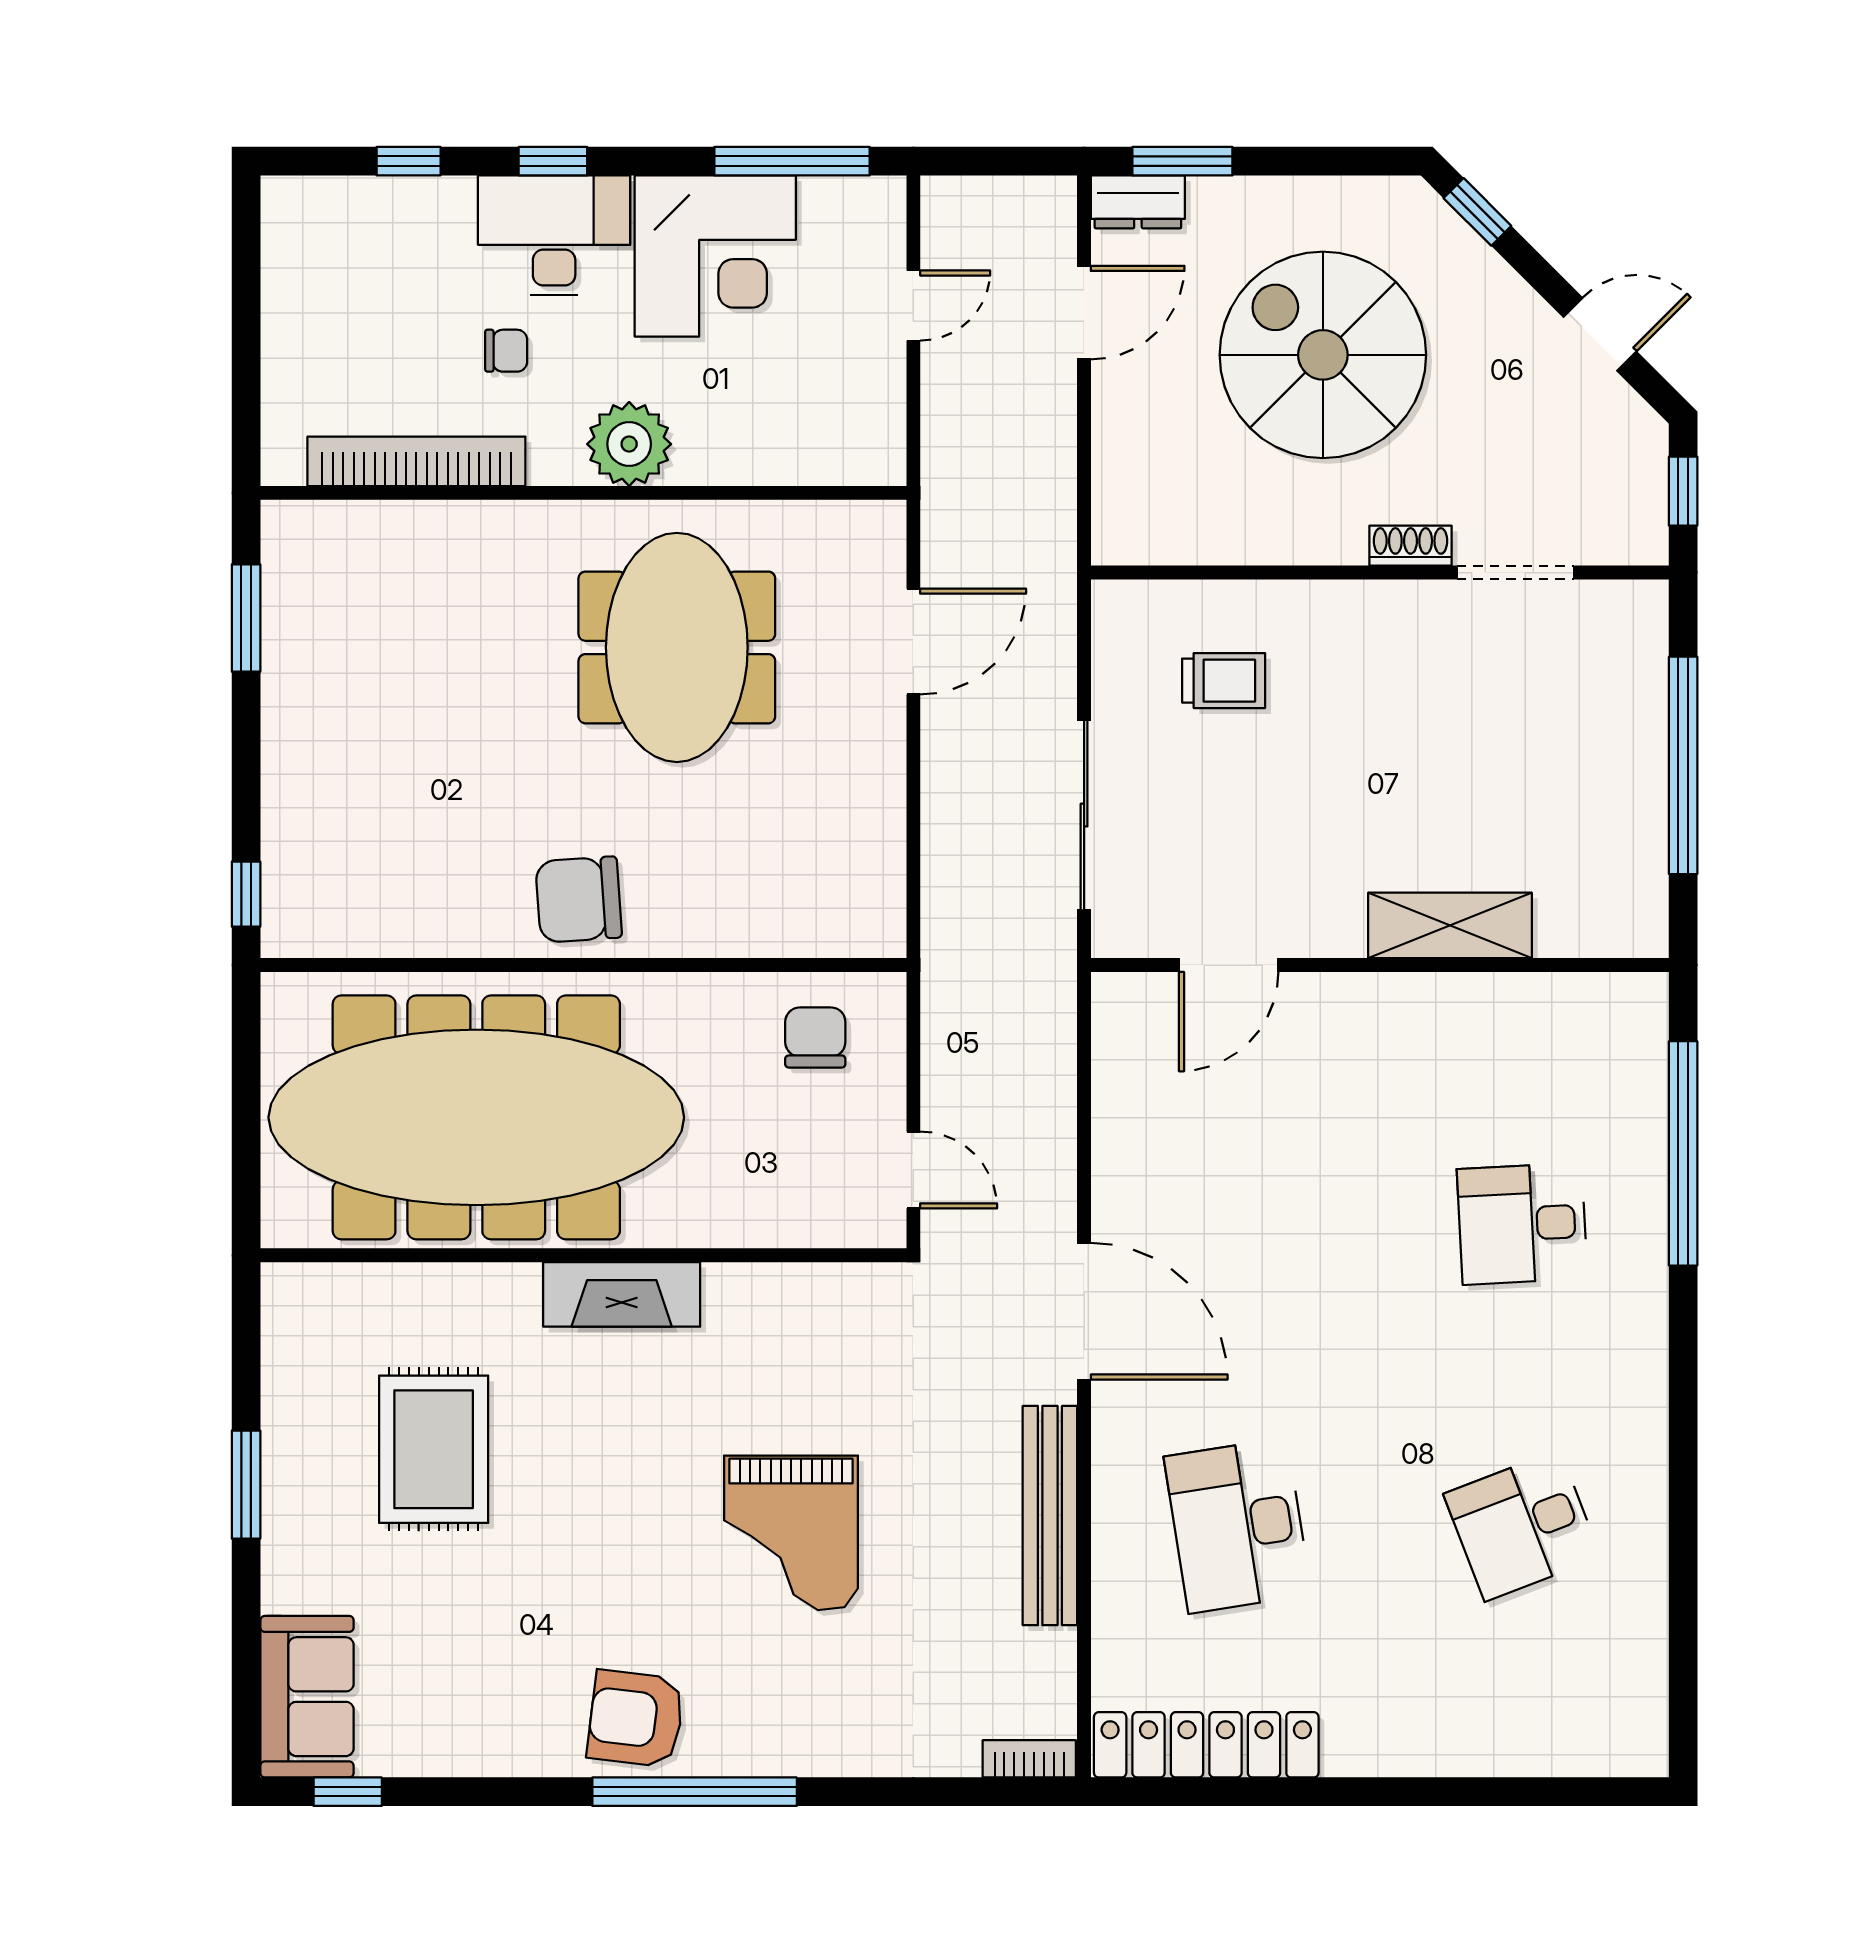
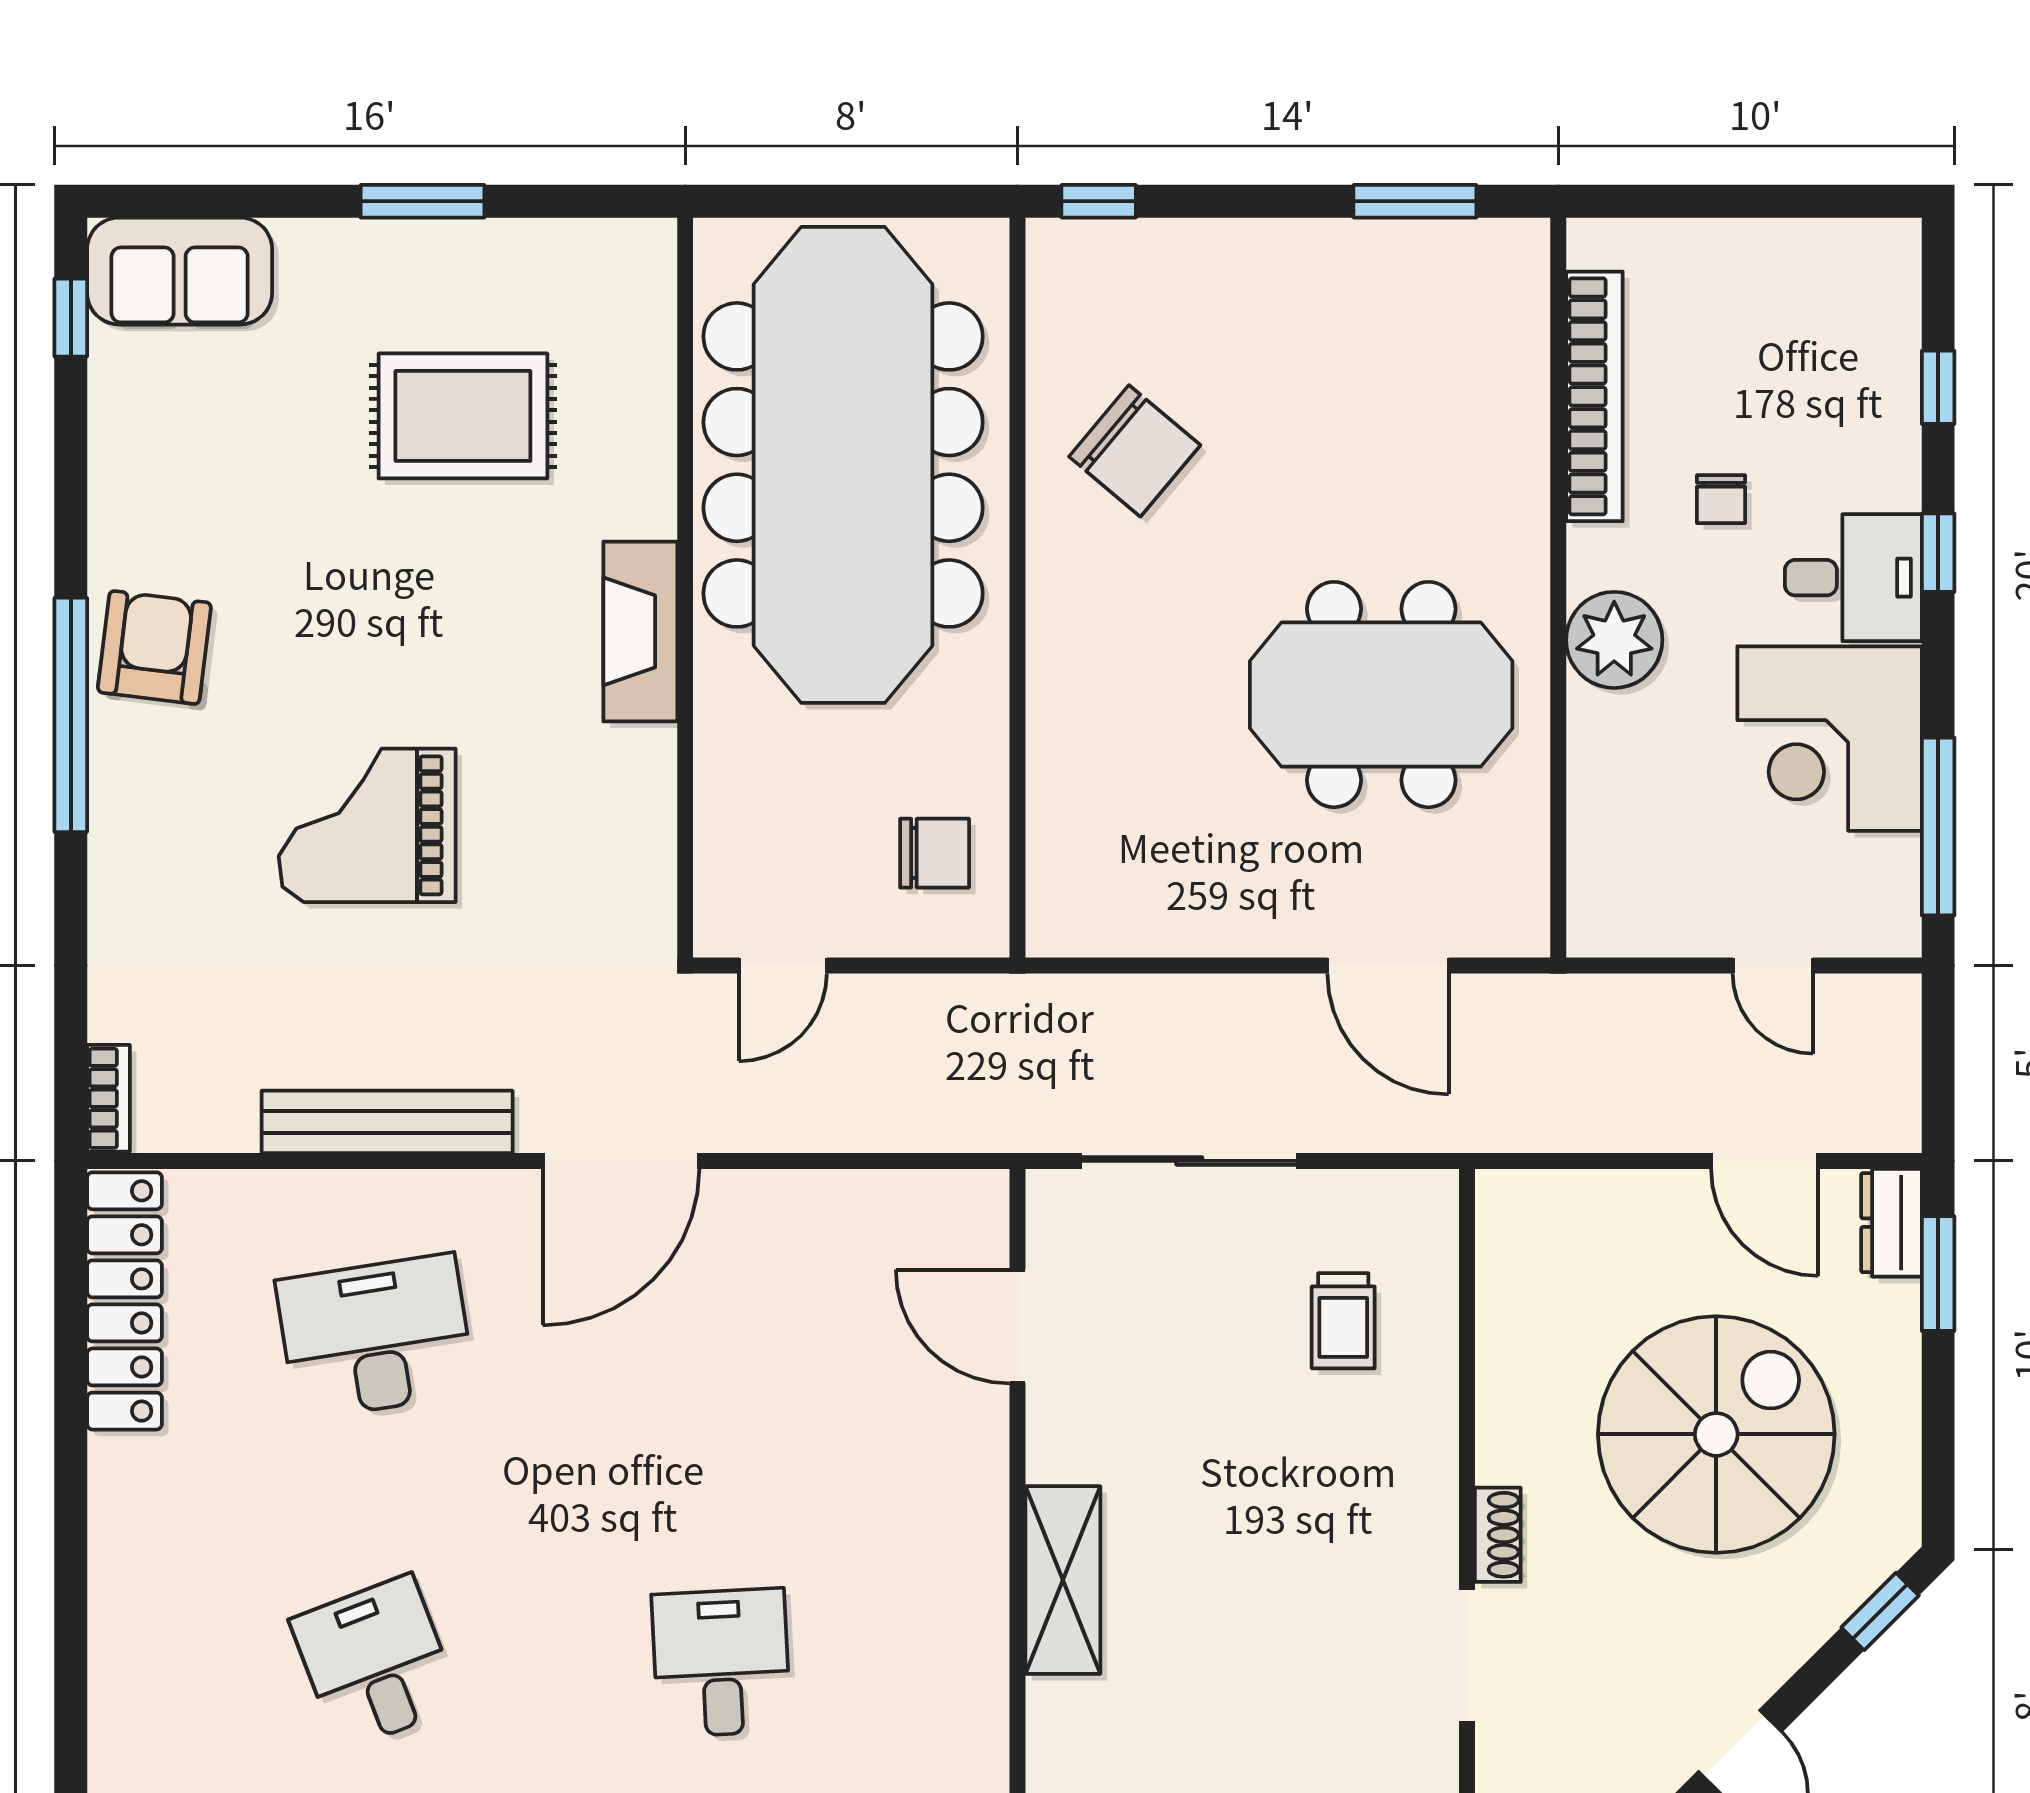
desk: (554, 235) -> (1853, 578), width x0.73
chair: (579, 900) -> (1135, 451), moved, turned 134

